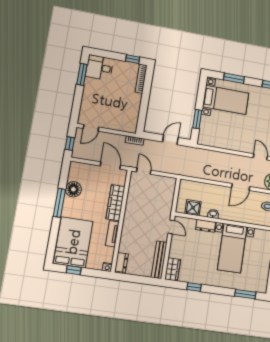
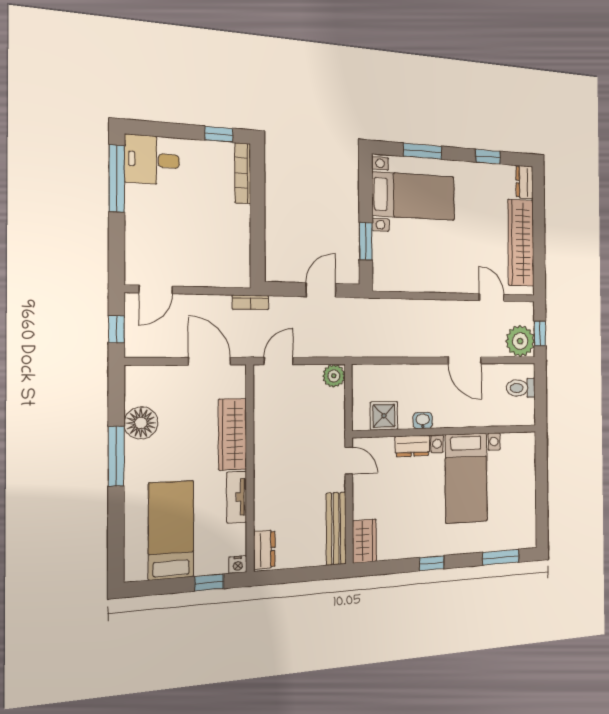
window: (82, 74) -> (117, 179), width x1.44
door: (144, 171) -> (279, 361), hinge flipped
plant: (170, 183) -> (334, 376), added
door: (241, 187) -> (465, 360), hinge flipped
bed: (73, 242) -> (171, 530), width x0.67
window: (74, 270) -> (209, 583), moved
window: (194, 287) -> (432, 563), moved

